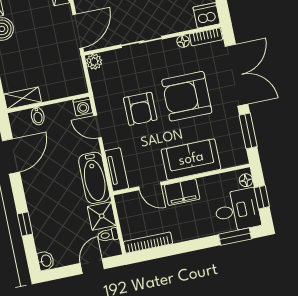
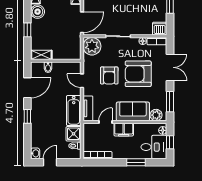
plant: (94, 62) -> (92, 46), width x1.87, depth x1.87
double door: (237, 75) -> (170, 67), width x0.73
washing machine: (83, 106) -> (76, 67), removed
plant: (230, 158) -> (156, 115), added
door: (150, 186) -> (106, 122), swing flipped
window: (25, 224) -> (27, 116), moved
window: (235, 237) -> (136, 162), moved
door: (92, 266) -> (50, 162), moved

